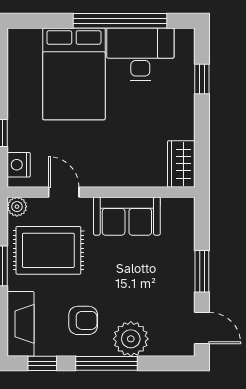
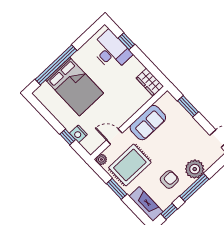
window: (120, 21) -> (56, 65), moved
desk: (140, 54) -> (111, 51), moved, turned 90
nightstand: (19, 165) -> (78, 134), moved
window: (202, 271) -> (188, 106), moved

